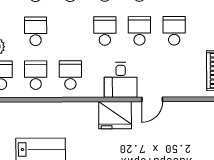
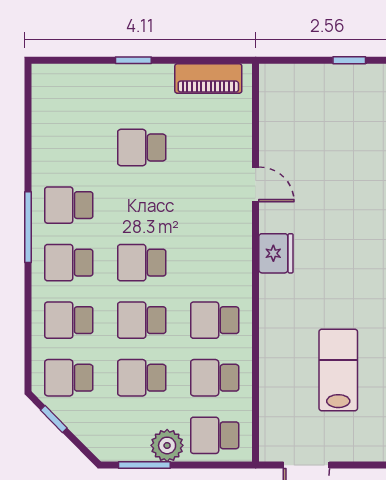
school desk: (139, 31) -> (142, 320), moved
desk: (121, 80) -> (223, 237), removed
fridge: (115, 115) -> (276, 253), width x0.73, depth x0.75

